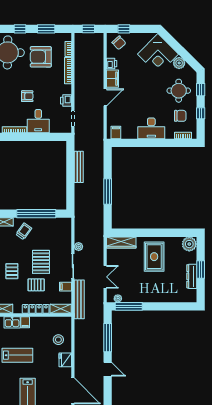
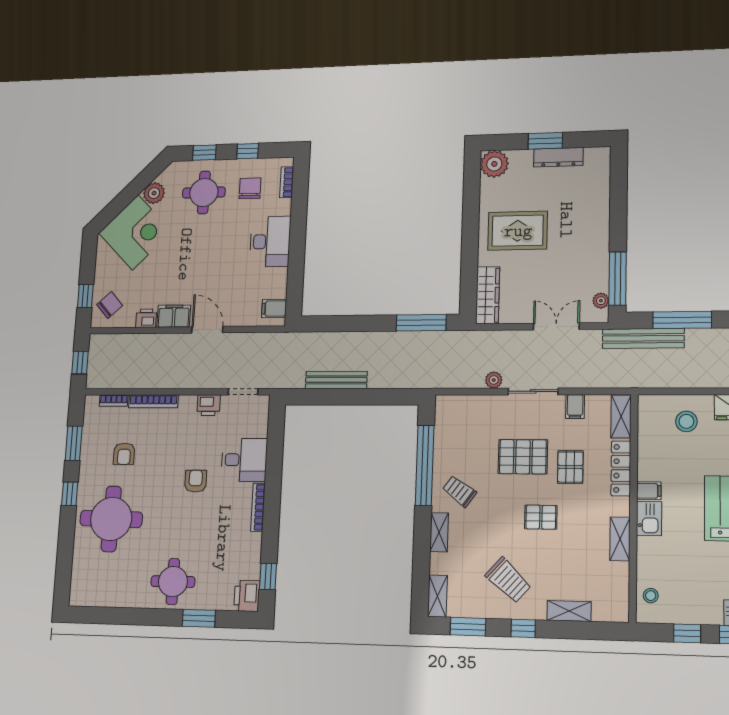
armchair: (41, 57) -> (124, 454), width x0.53, depth x0.53
window: (108, 192) -> (421, 323), moved
bench: (79, 299) -> (643, 338), moved

